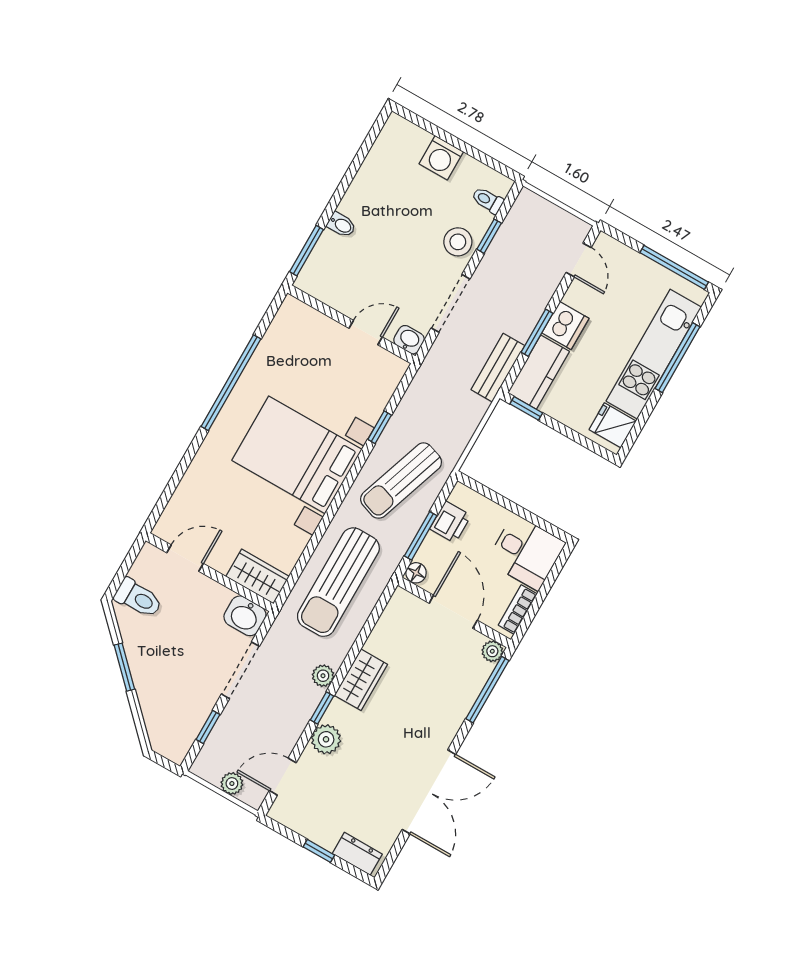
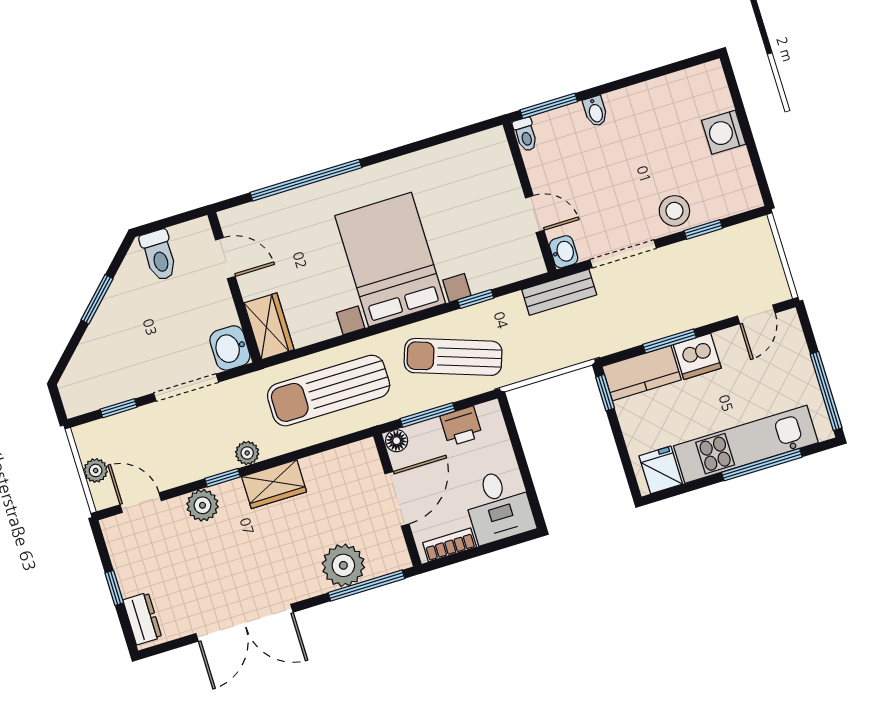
toilet: (488, 200) -> (525, 134), moved, turned 180
bench: (498, 368) -> (559, 292), moved
window: (231, 383) -> (306, 180), moved
plant: (492, 651) -> (343, 565), moved, width x1.88, depth x1.88

